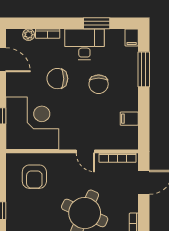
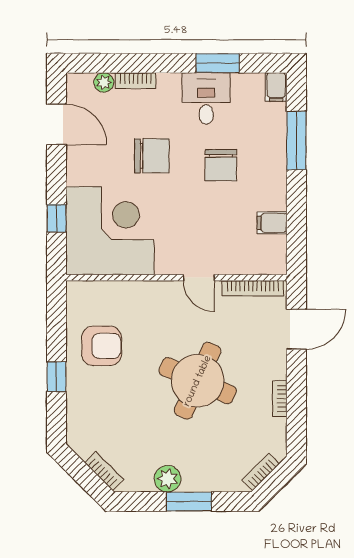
desk: (84, 44) -> (206, 98), width x0.73
chair: (57, 79) -> (152, 156), turned 180
armchair: (34, 177) -> (102, 346), moved, turned -90

